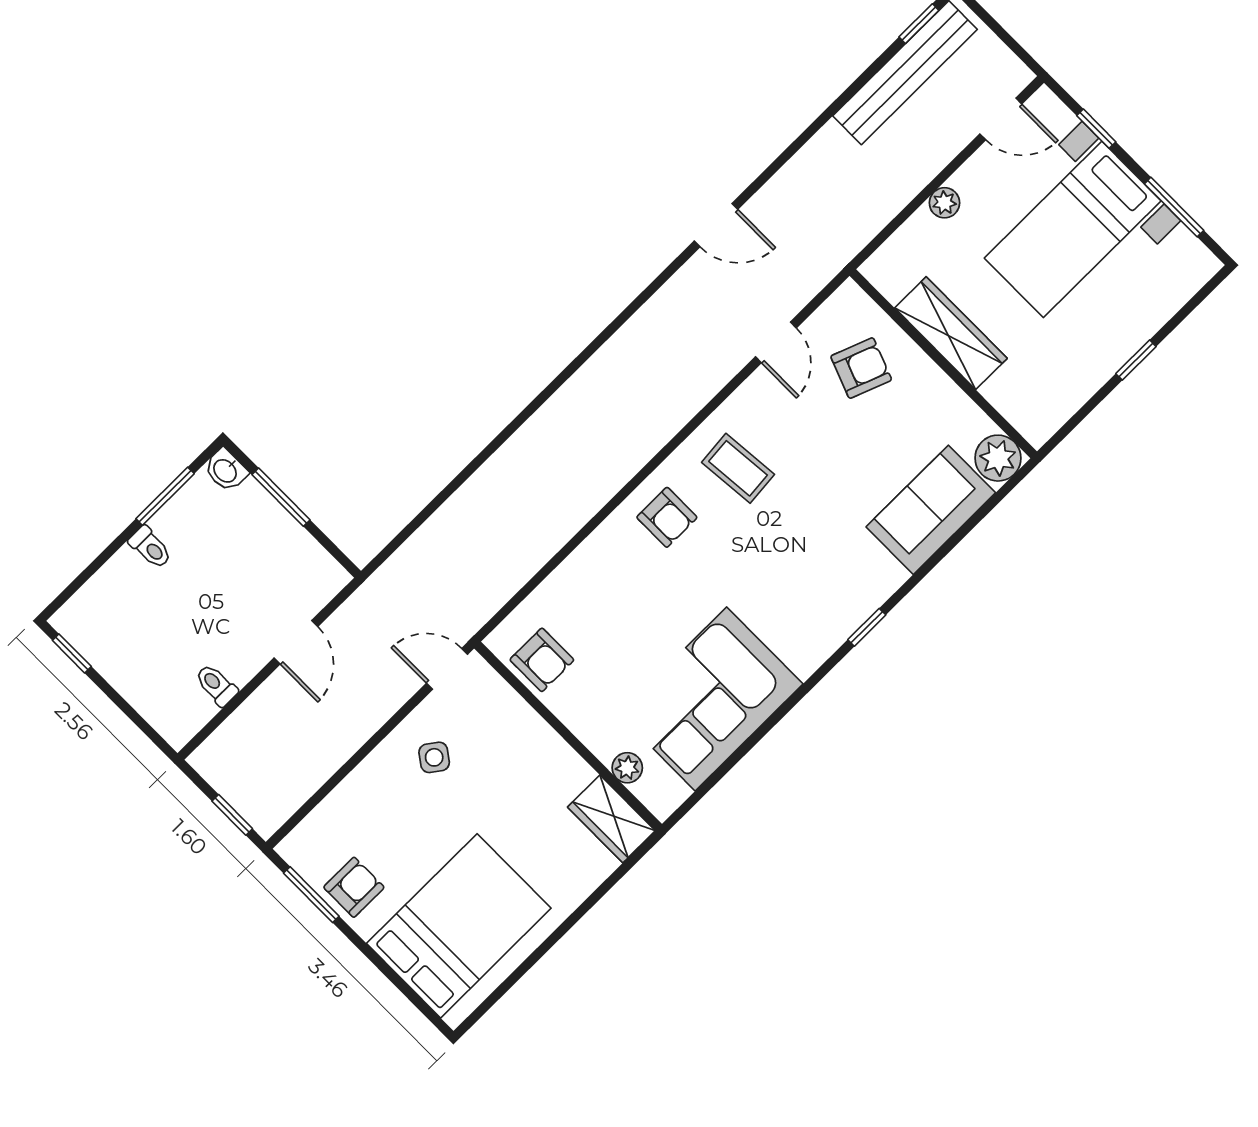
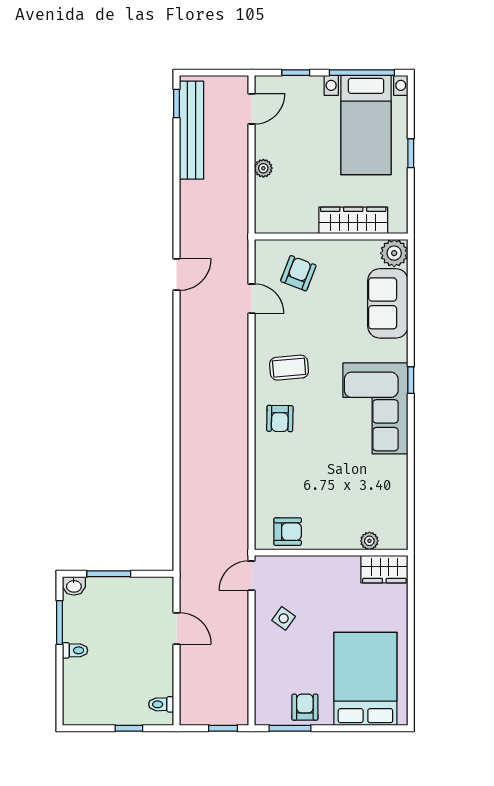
window: (1174, 207) -> (362, 73), width x1.44
bed with nightstands: (1073, 229) -> (366, 125), moved
wardrobe: (951, 333) -> (353, 220), moved
armchair: (667, 517) -> (280, 418), turned 91
window: (72, 653) -> (129, 728), moved
toilet: (216, 685) -> (161, 704), moved
corner sofa: (711, 699) -> (375, 408), moved

